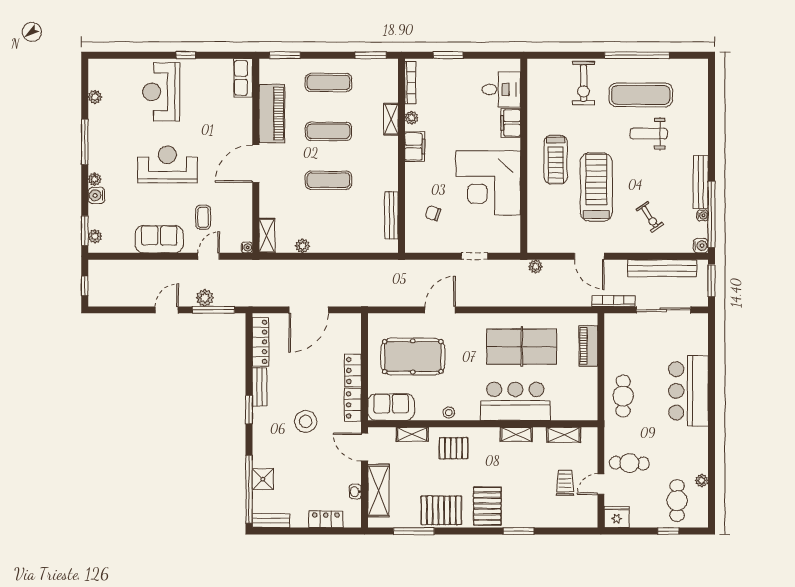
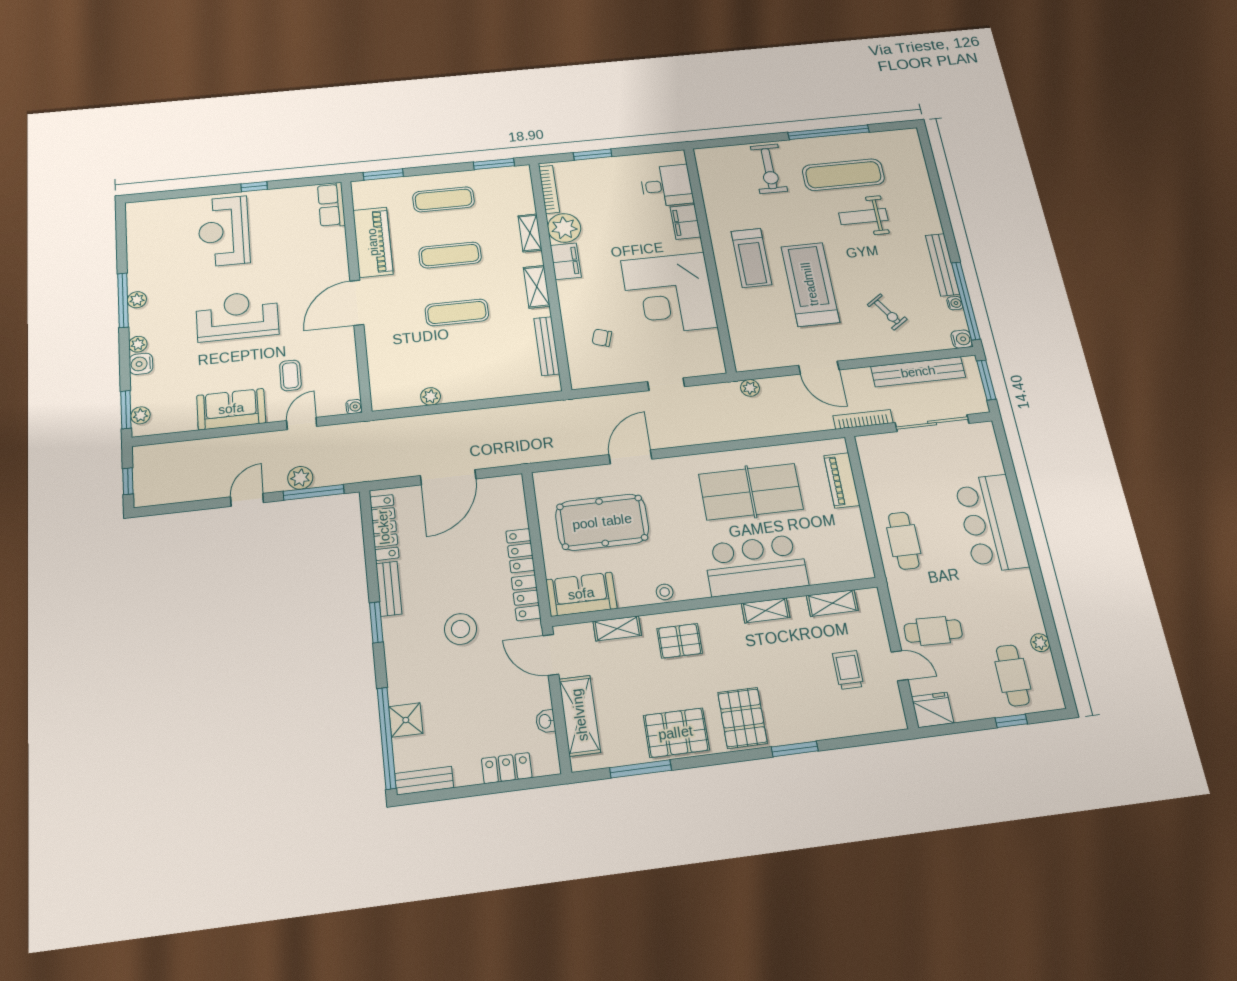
plant: (95, 97) -> (137, 300), moved
plant: (412, 118) -> (564, 228), width x1.87, depth x1.87
shelving: (267, 235) -> (537, 287), moved
door: (601, 484) -> (900, 666), swing flipped

